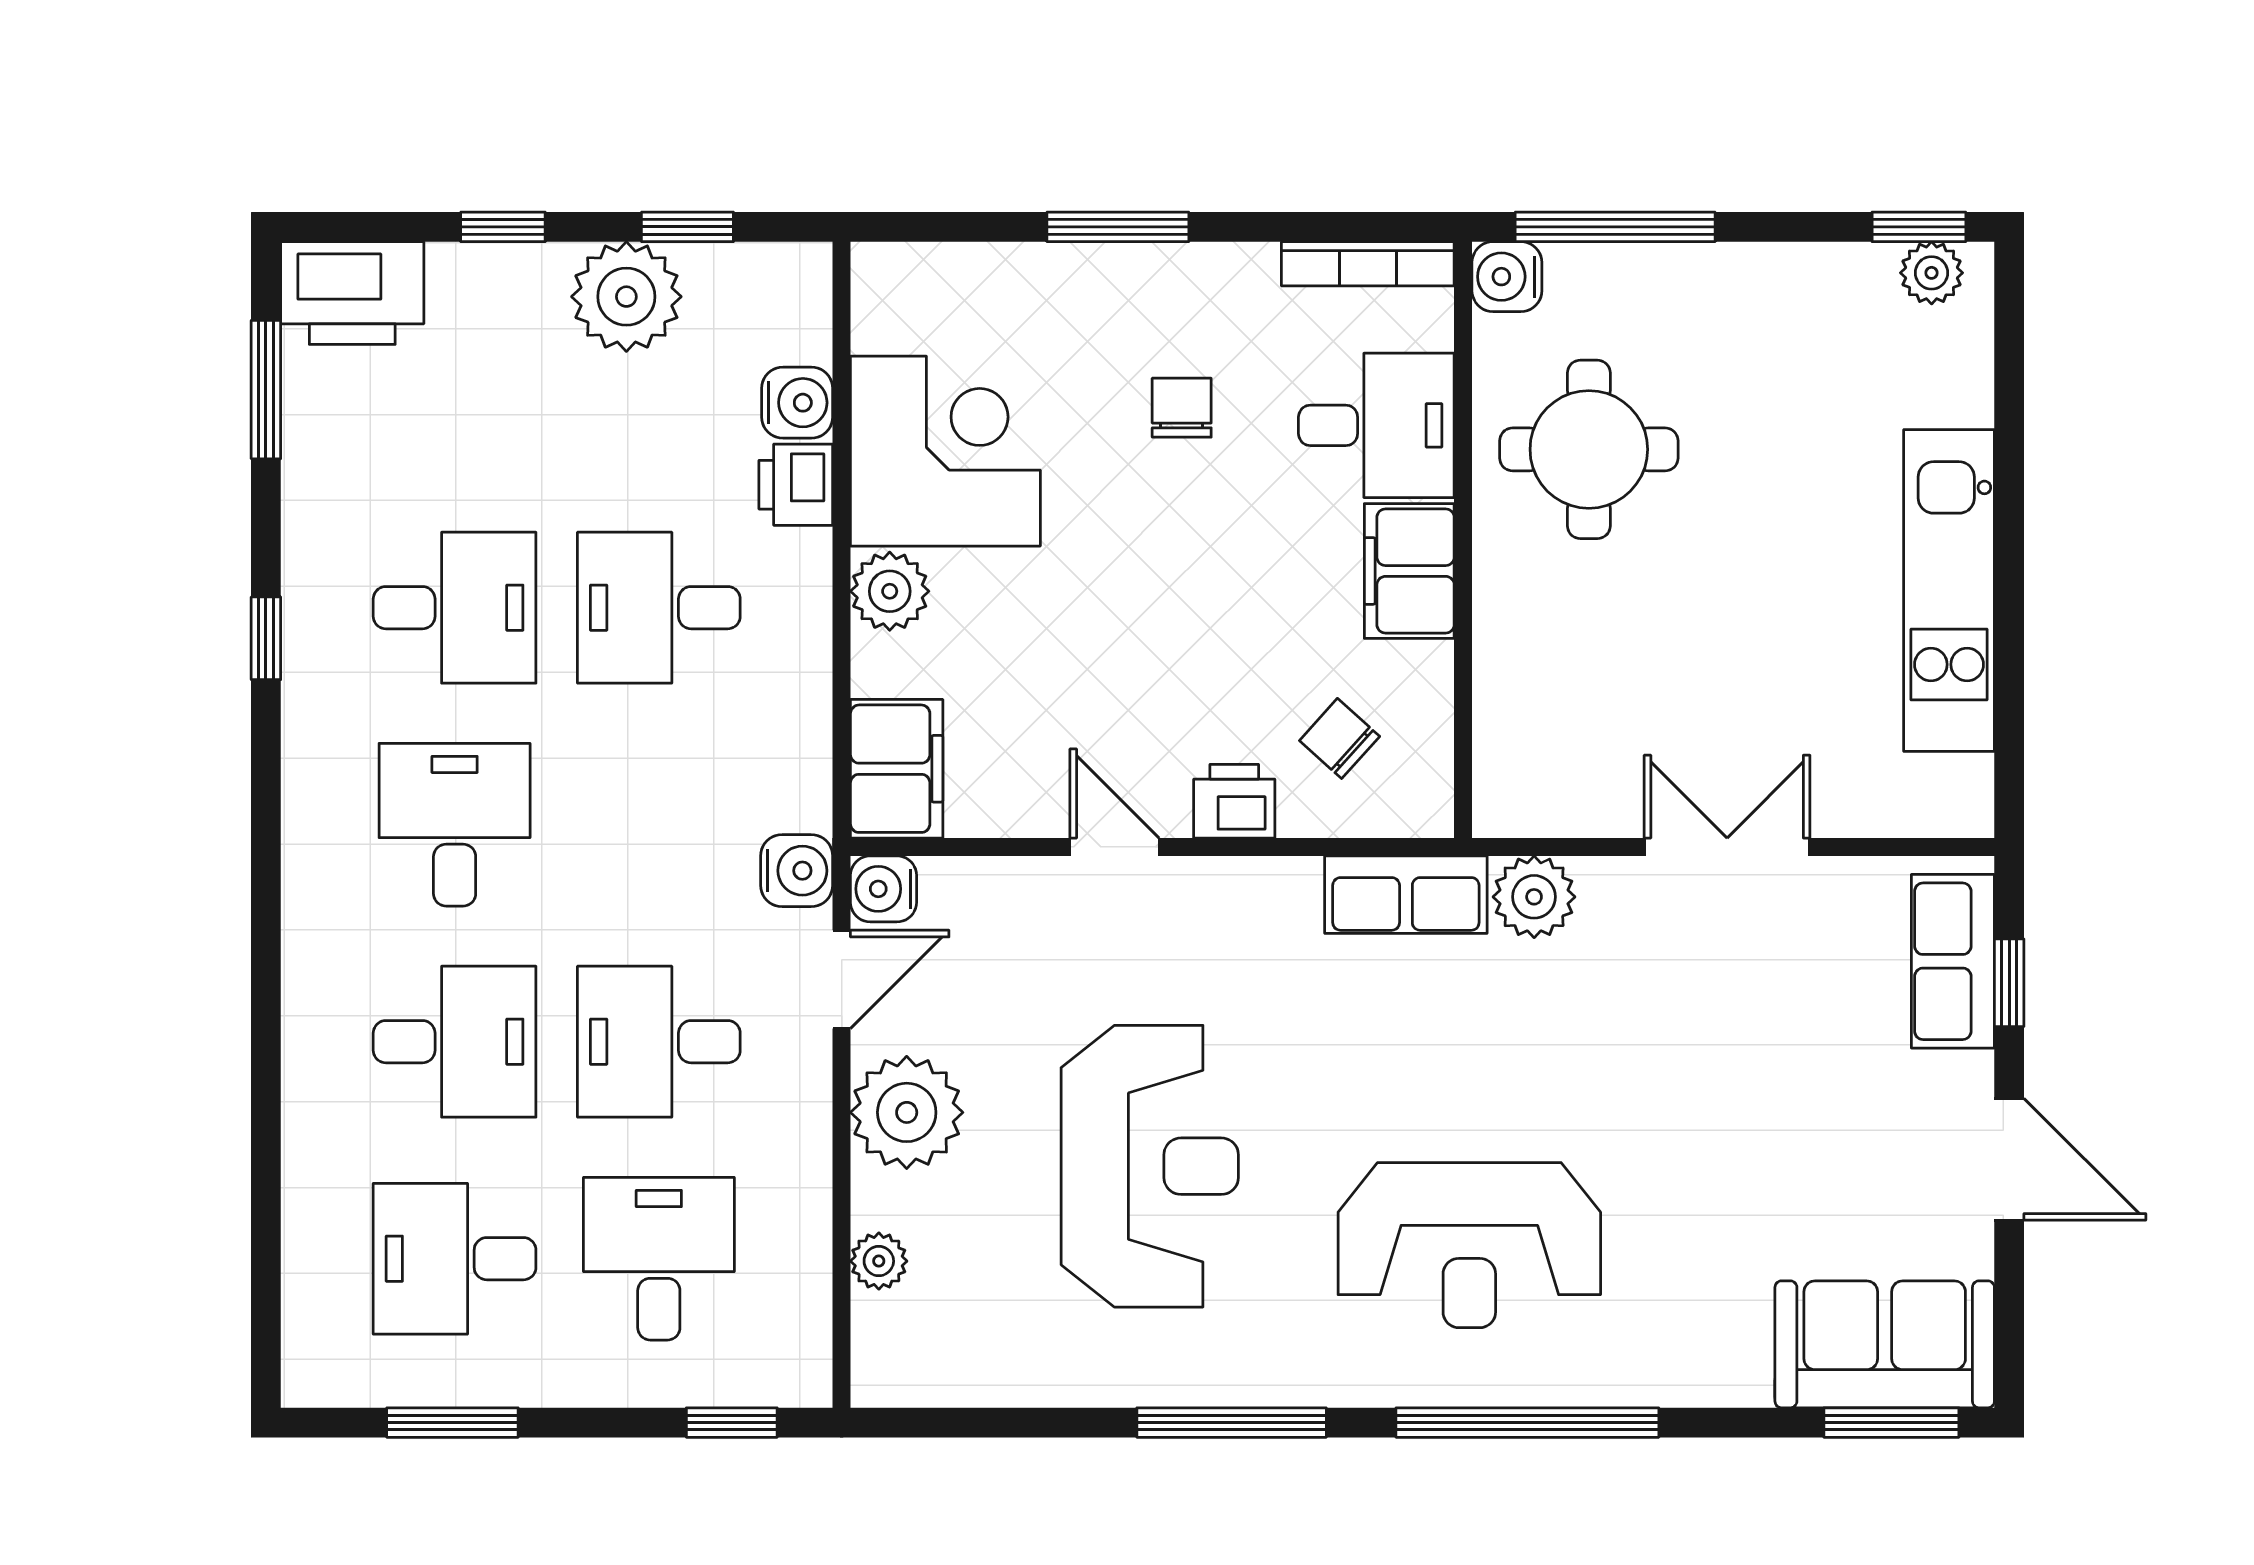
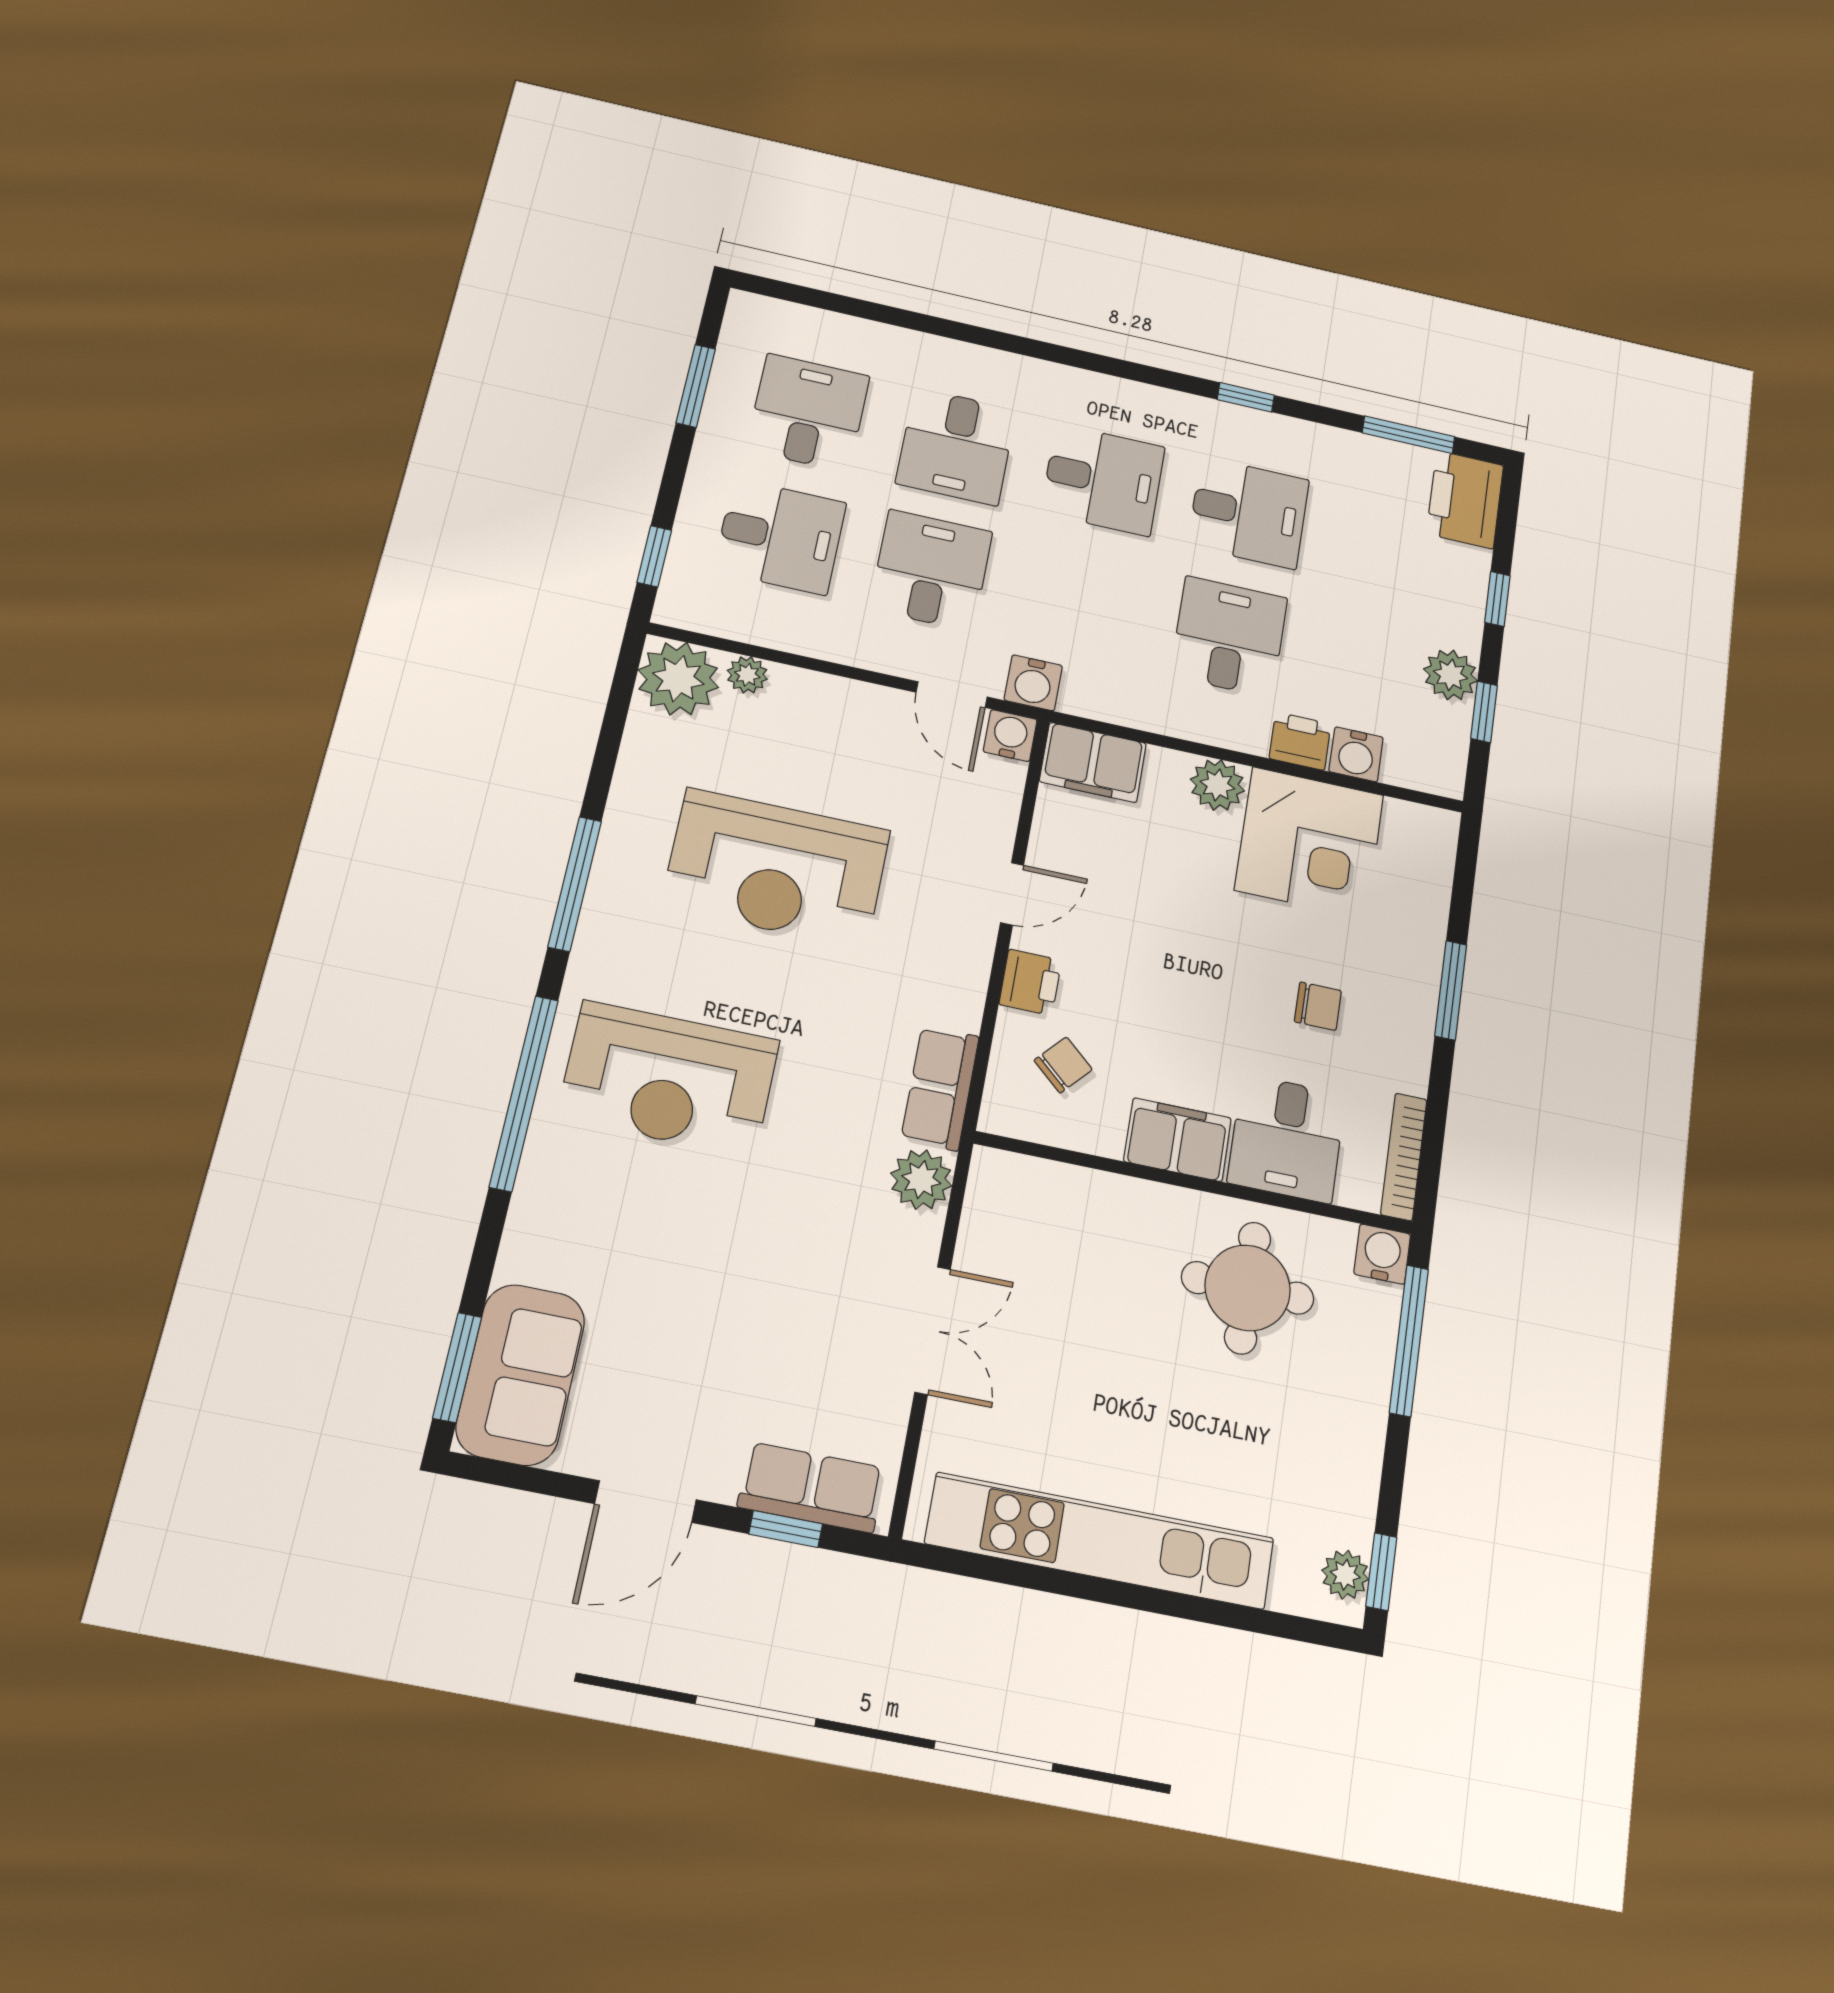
plant: (626, 297) -> (1451, 675), width x0.73, depth x0.73
kitchen unit: (1949, 590) -> (1100, 1541), width x1.36
desk: (455, 608) -> (1248, 513), turned -90
plant: (907, 1112) -> (678, 679), moved
reception desk: (1469, 1245) -> (669, 1079), turned -90

